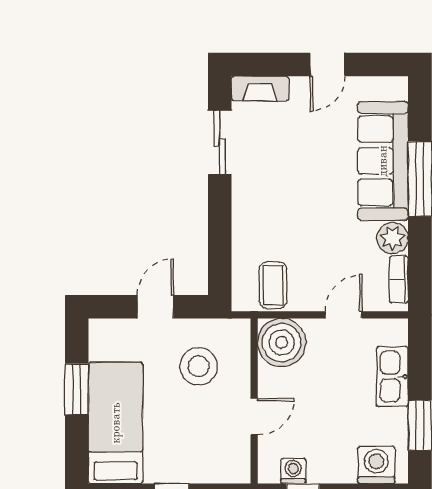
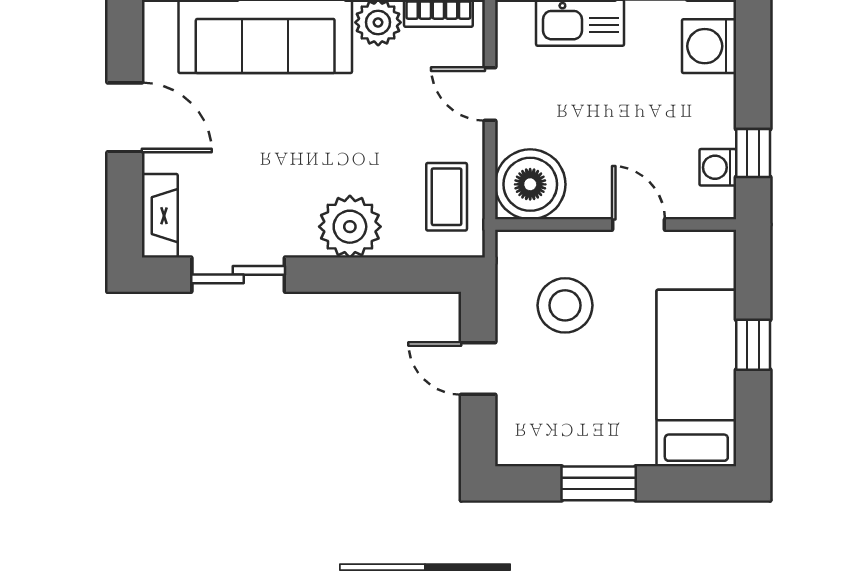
door: (327, 65) -> (125, 117), width x1.37
plant: (253, 219) -> (350, 227), added
coffee table: (273, 285) -> (447, 197), turned 90
bed: (116, 423) -> (696, 378), moved, turned 90

